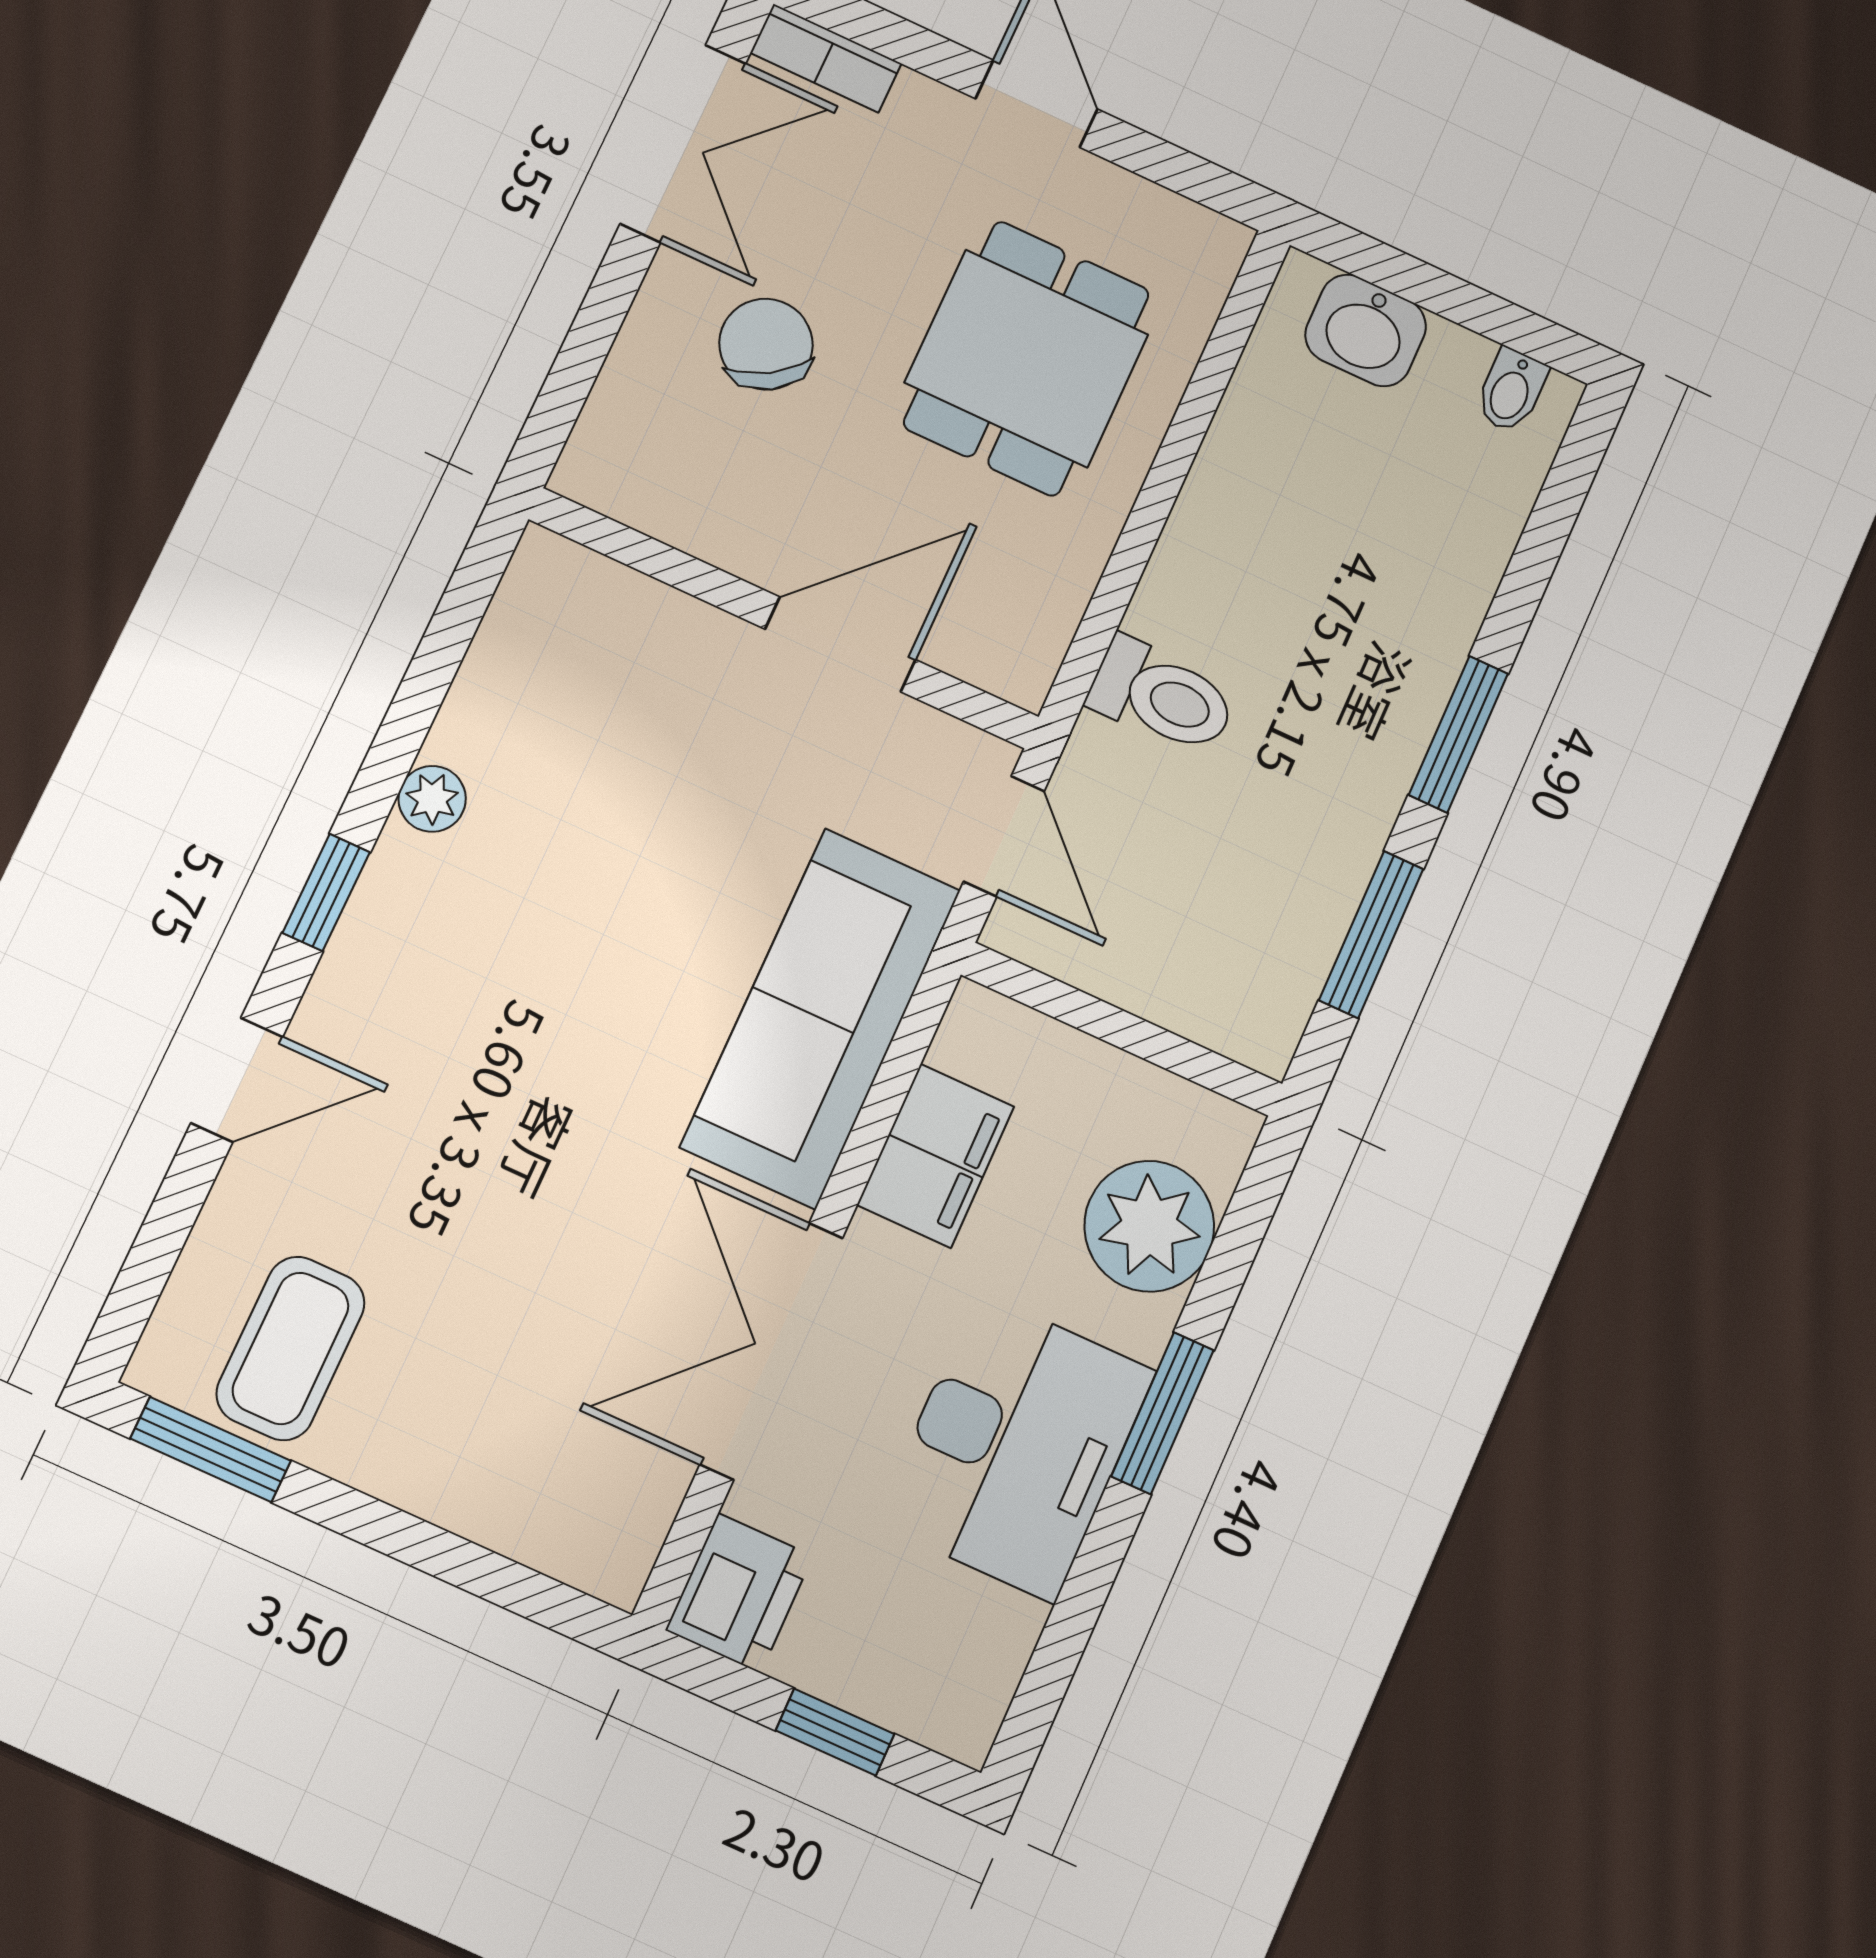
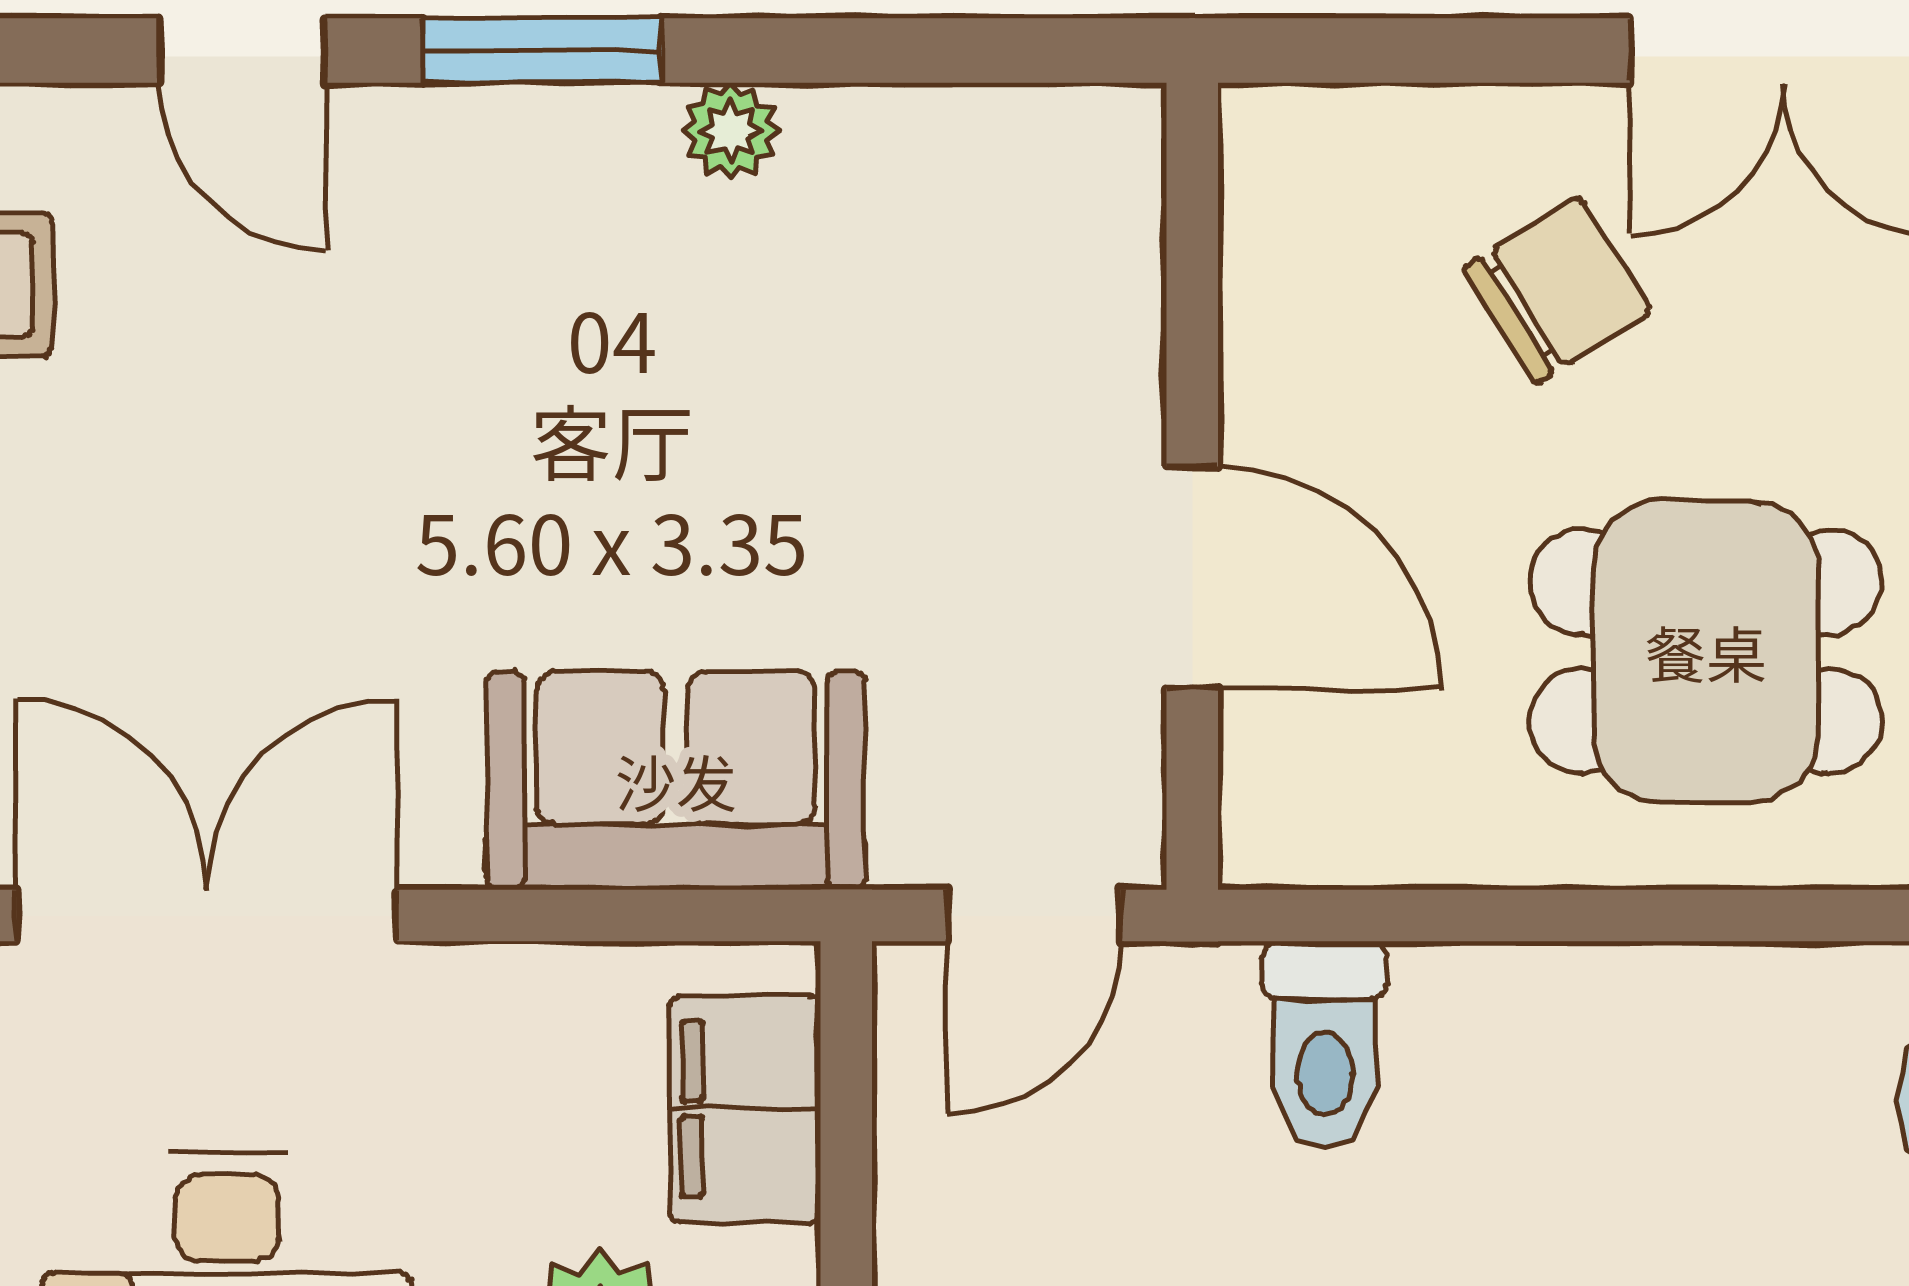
window: (326, 892) -> (542, 50), width x1.50
sofa: (821, 1018) -> (676, 780), width x0.73
filing cabinet: (936, 1156) -> (745, 1109), moved, turned 90

